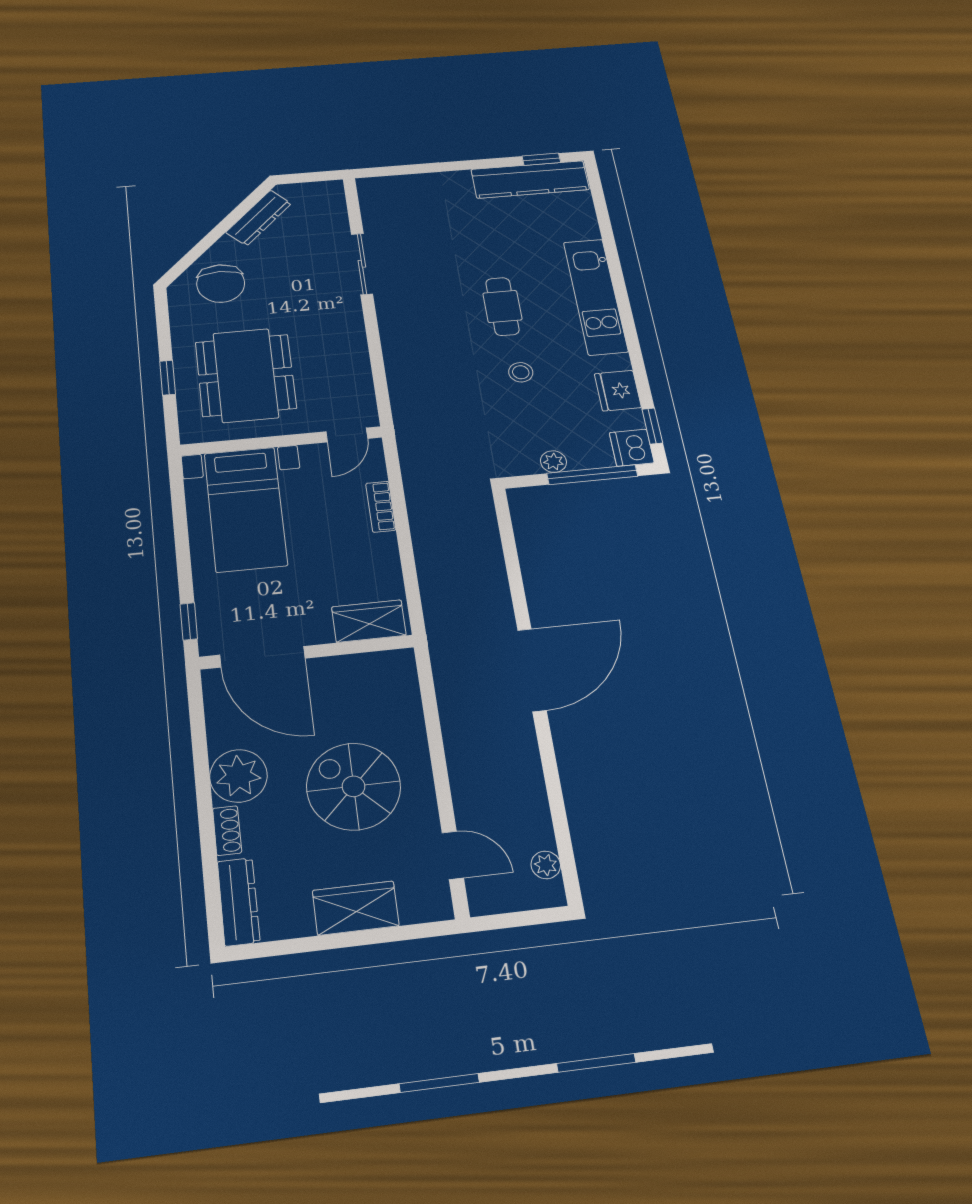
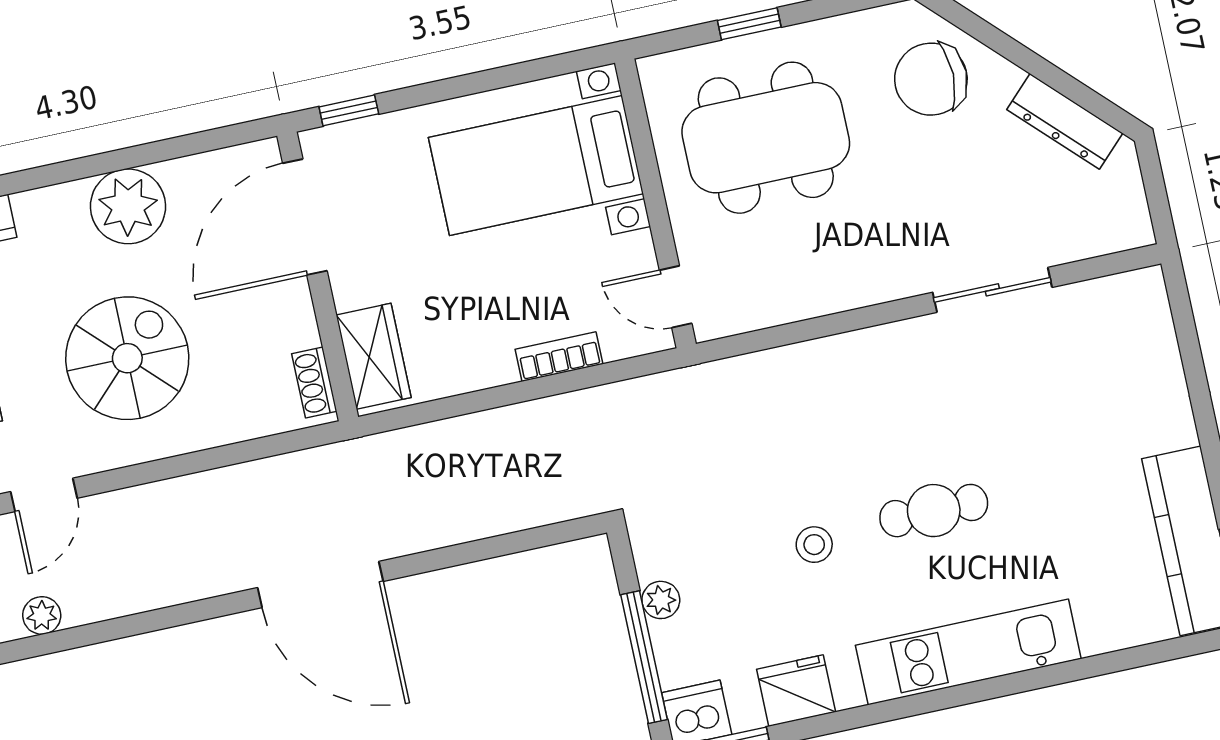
shoe rack: (227, 831) -> (314, 382), moved, turned 90

